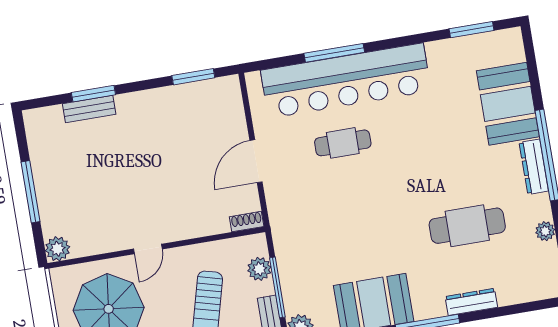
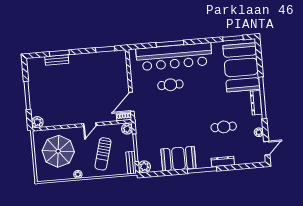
booth: (508, 104) -> (241, 67), width x1.36, depth x1.42
door: (256, 161) -> (131, 102), moved
cafe table: (467, 226) -> (224, 127), width x0.73, depth x0.74
door: (148, 249) -> (90, 125), moved
plant: (259, 269) -> (127, 129), moved

